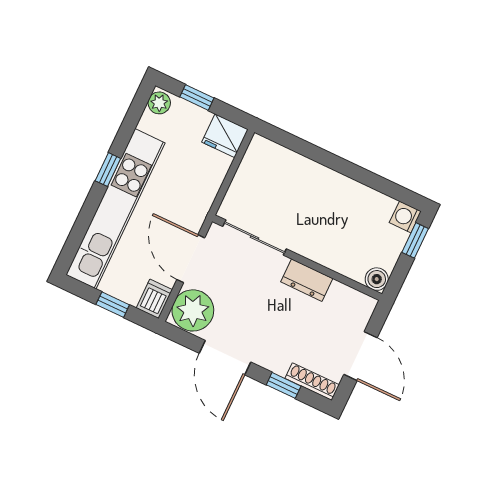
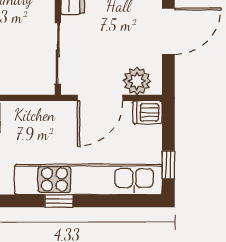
window: (113, 305) -> (168, 165), moved
plant: (193, 310) -> (137, 81), width x0.73, depth x0.73

